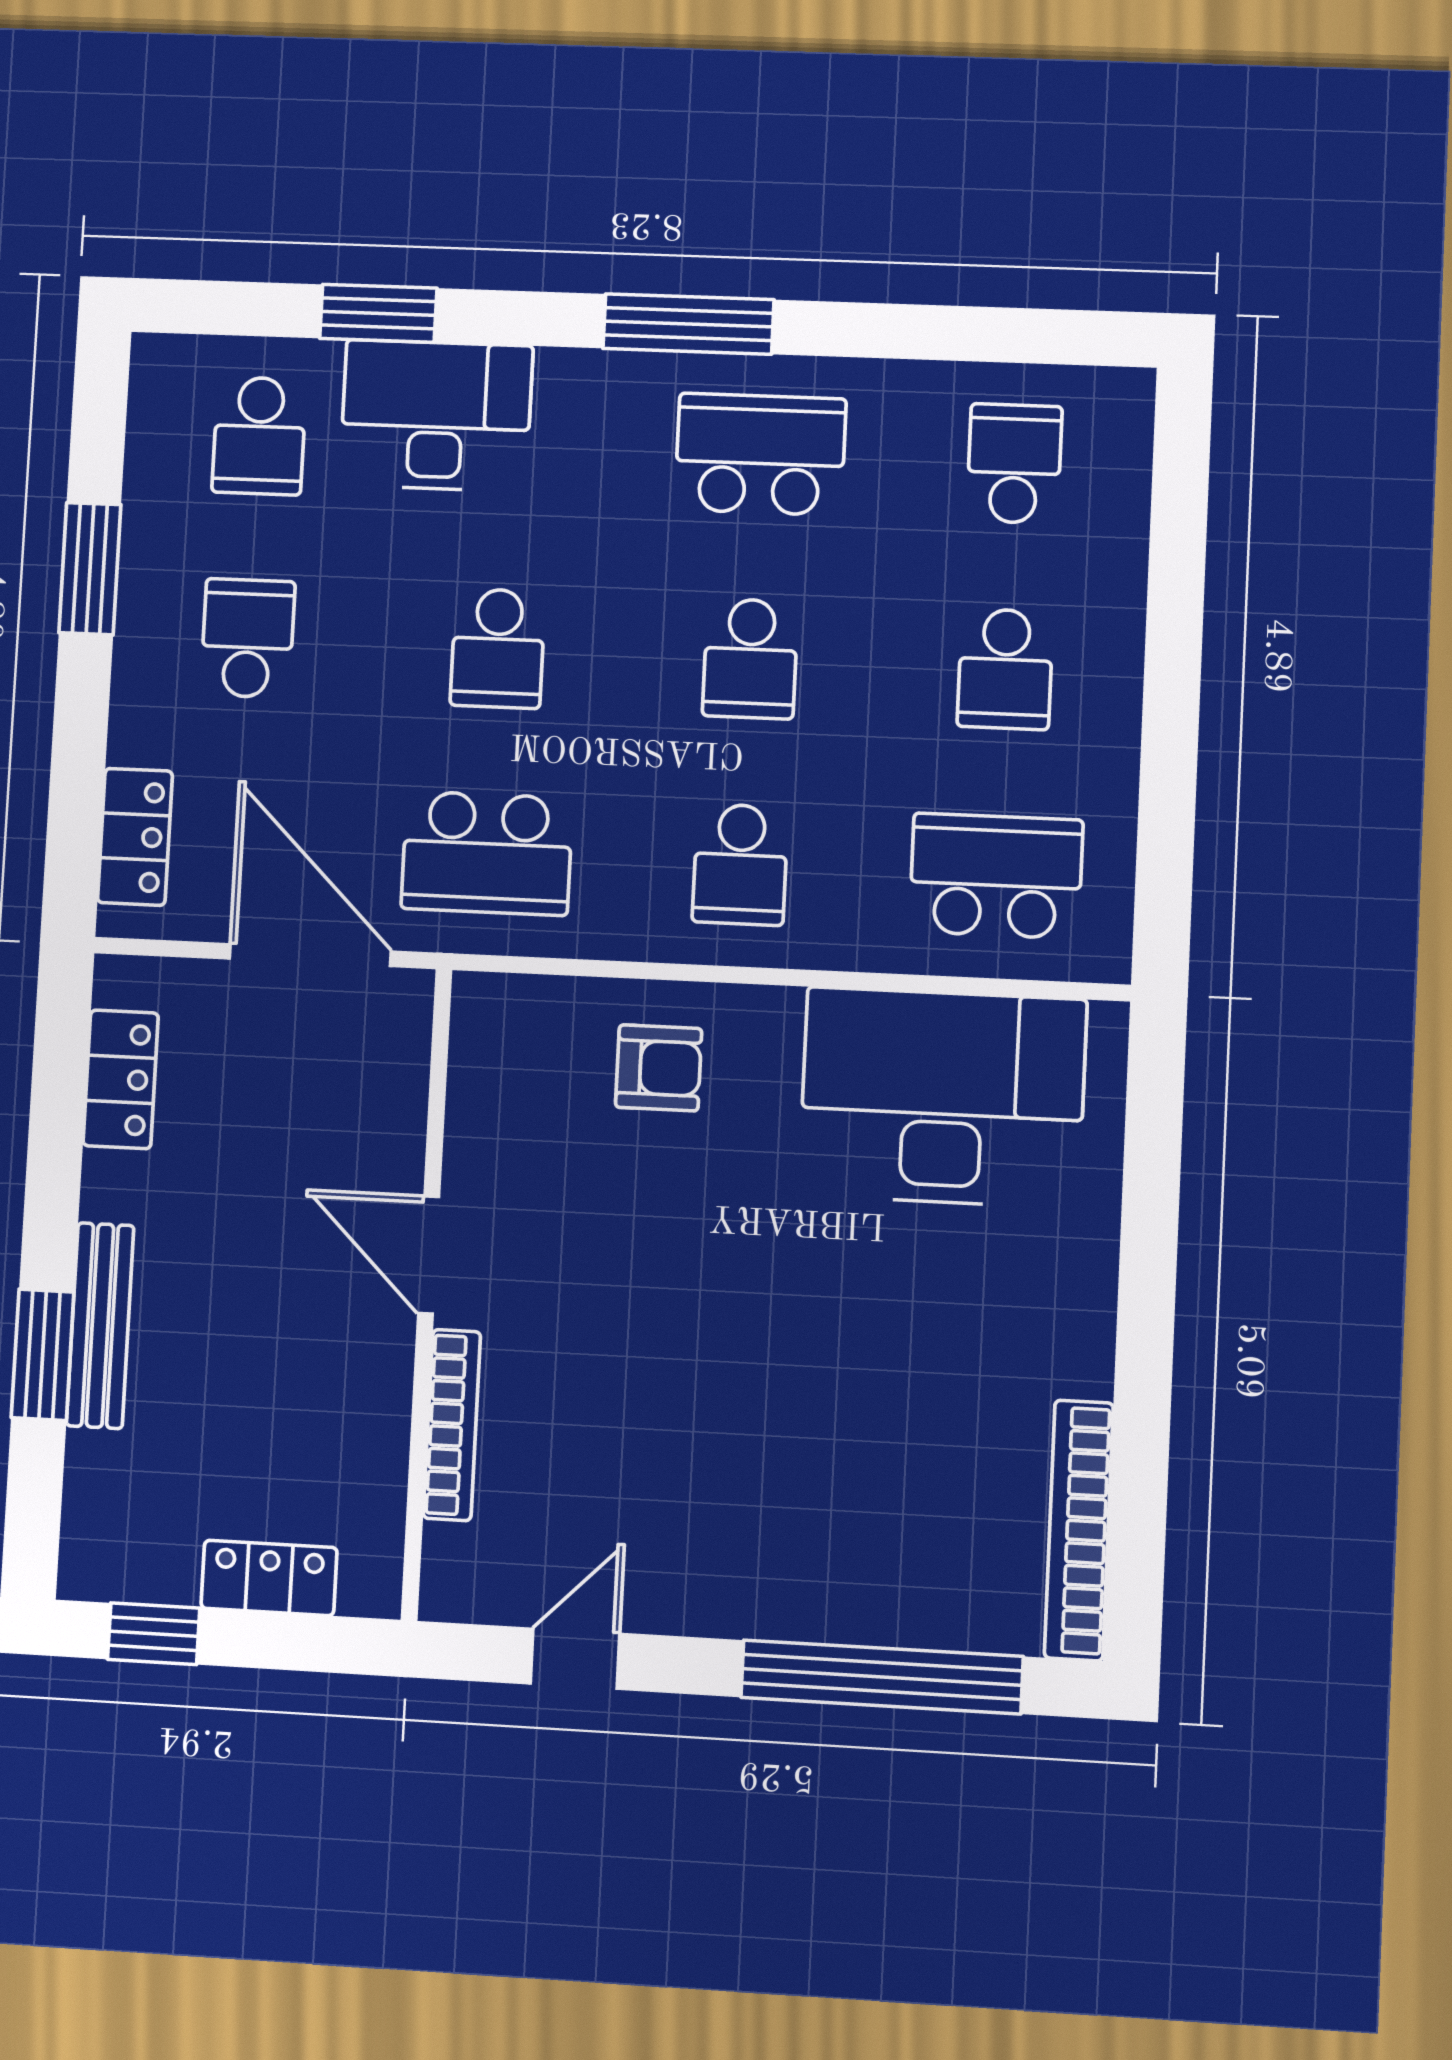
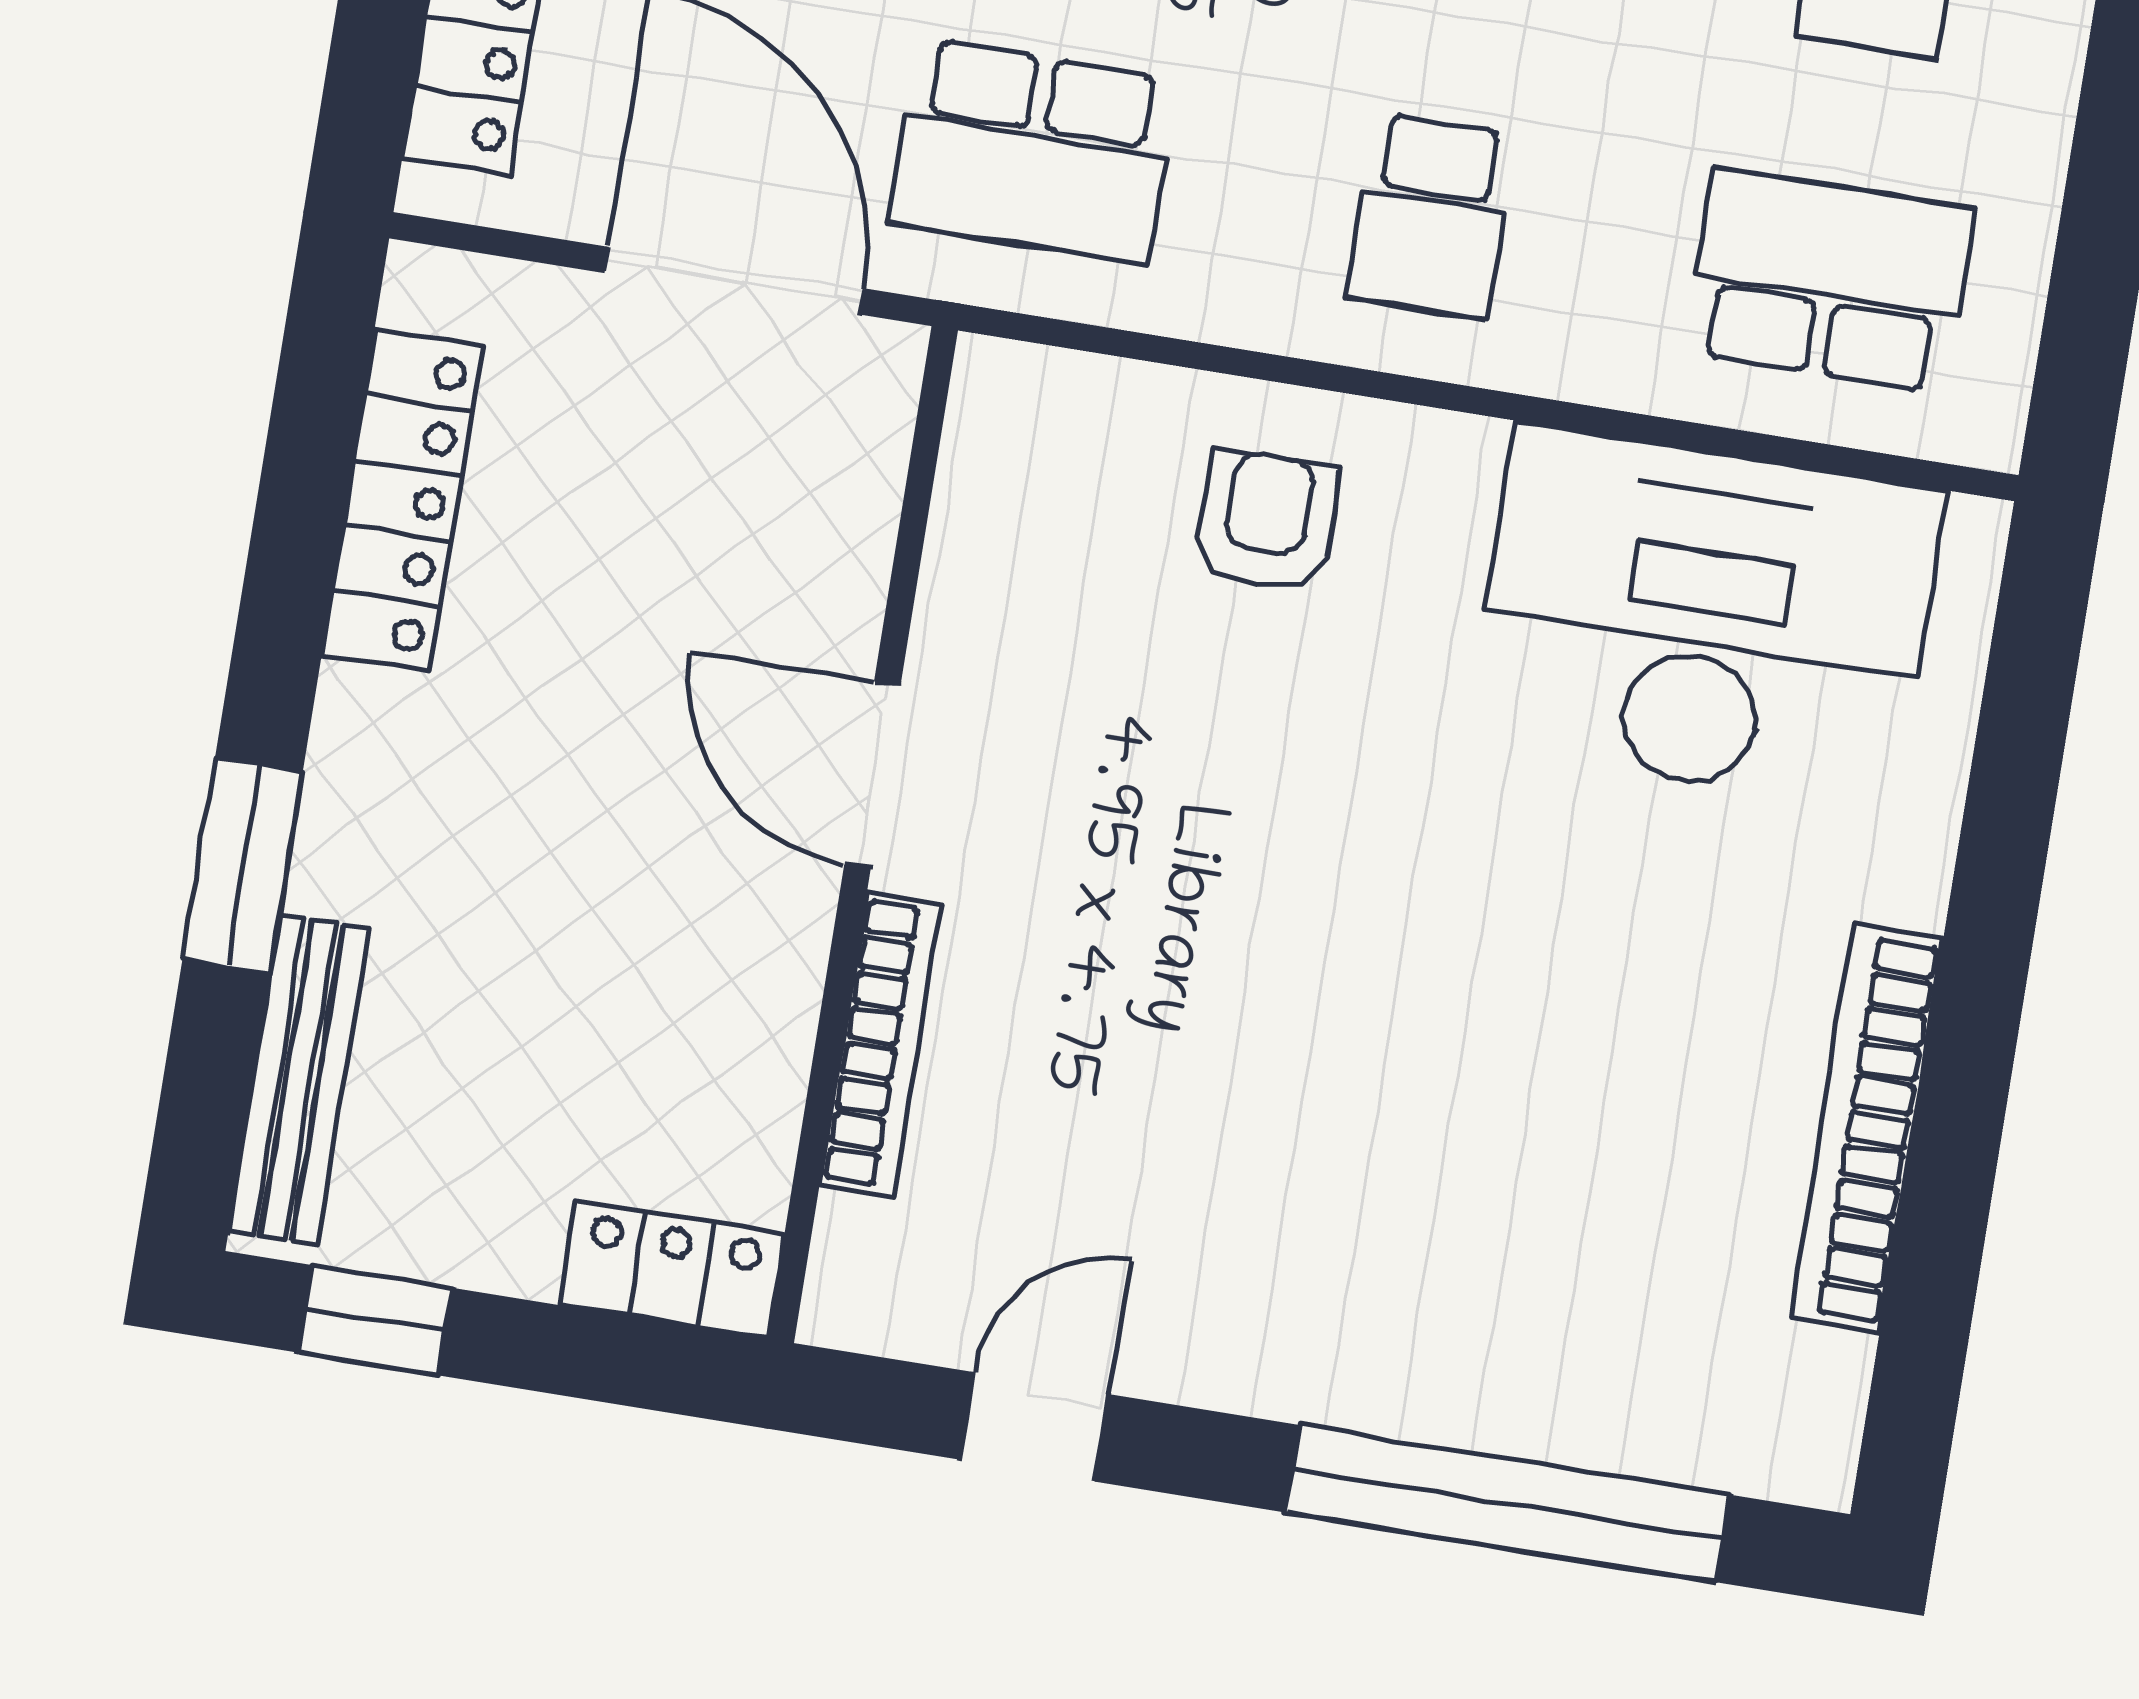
armchair: (659, 1068) -> (1267, 522), turned -90
locker: (121, 1079) -> (402, 500), width x1.53
bench: (100, 1326) -> (298, 1080), moved
bookcase: (1079, 1530) -> (1867, 1128), moved
locker: (269, 1578) -> (672, 1269), moved

